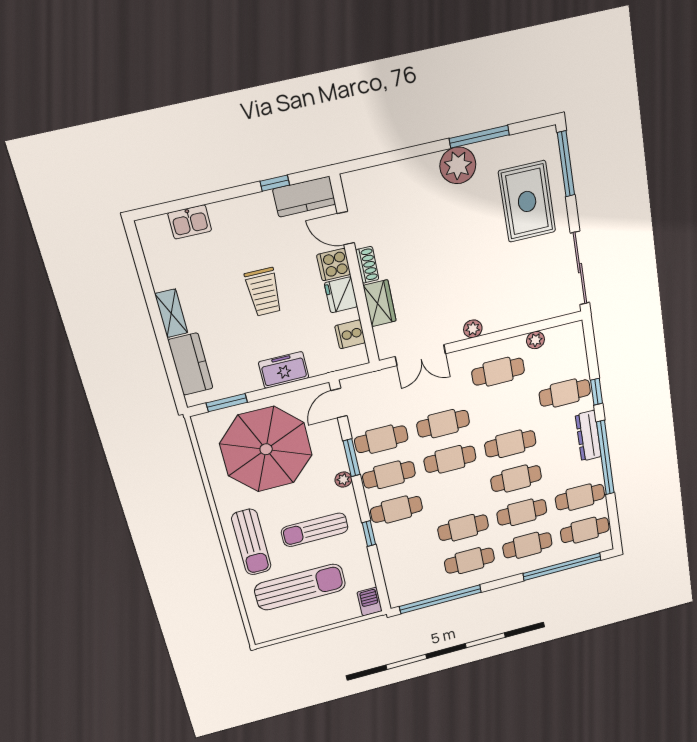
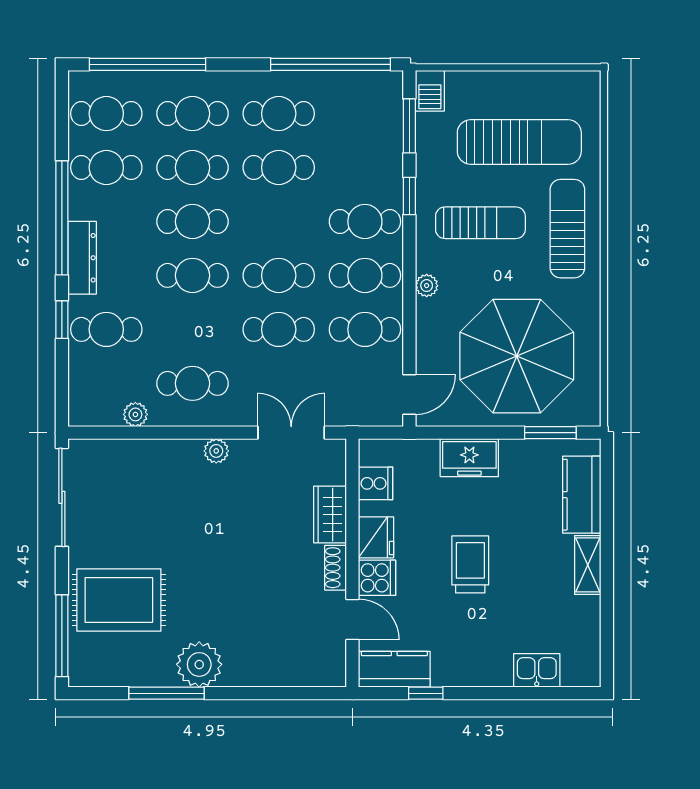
rug: (527, 201) -> (119, 600), turned 90
window: (352, 458) -> (409, 126), moved
sun lounger: (300, 587) -> (519, 142), turned 180

